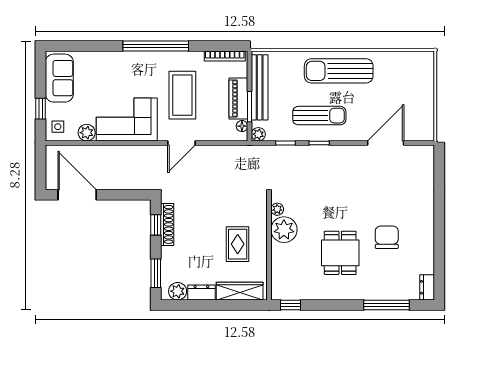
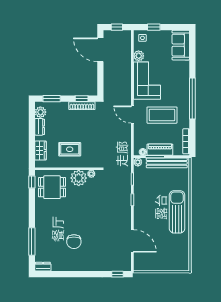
sofa: (59, 78) -> (181, 45), moved, turned 90
sun lounger: (319, 116) -> (149, 200), removed
window: (439, 167) -> (117, 274), added
window: (40, 168) -> (117, 27), added
door: (77, 195) -> (100, 50), swing flipped
chair: (387, 237) -> (74, 242), turned 90
dining table: (340, 253) -> (52, 187), moved
wardrobe: (240, 291) -> (41, 151), width x0.67

